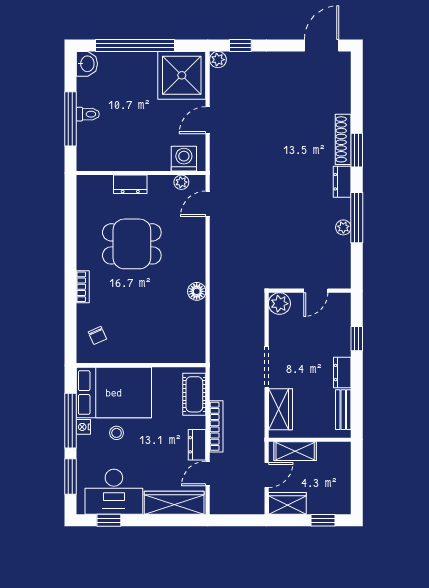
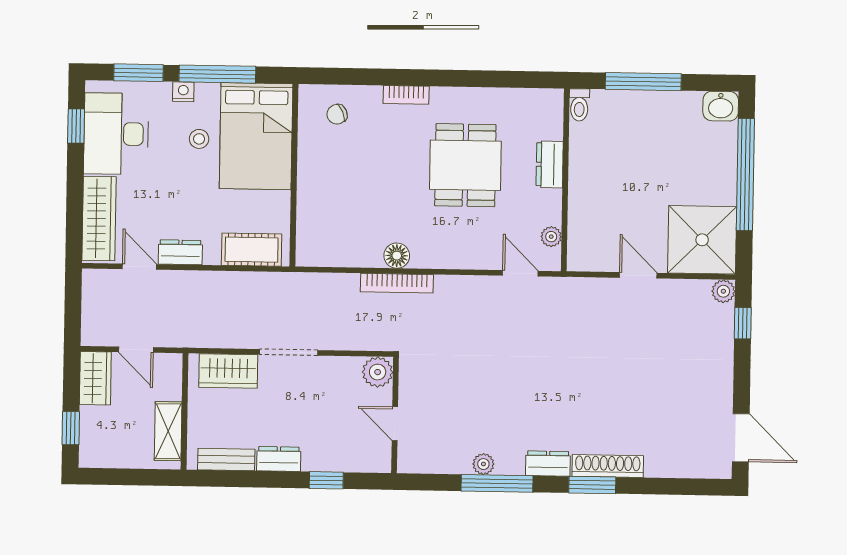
toilet: (88, 114) -> (579, 105), moved
washing machine: (184, 159) -> (585, 241), removed
bookcase: (216, 426) -> (397, 283), moved
nightstand: (83, 427) -> (183, 92), moved
shelving: (295, 451) -> (168, 431), moved

